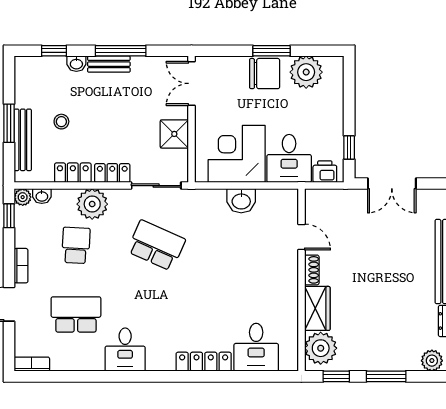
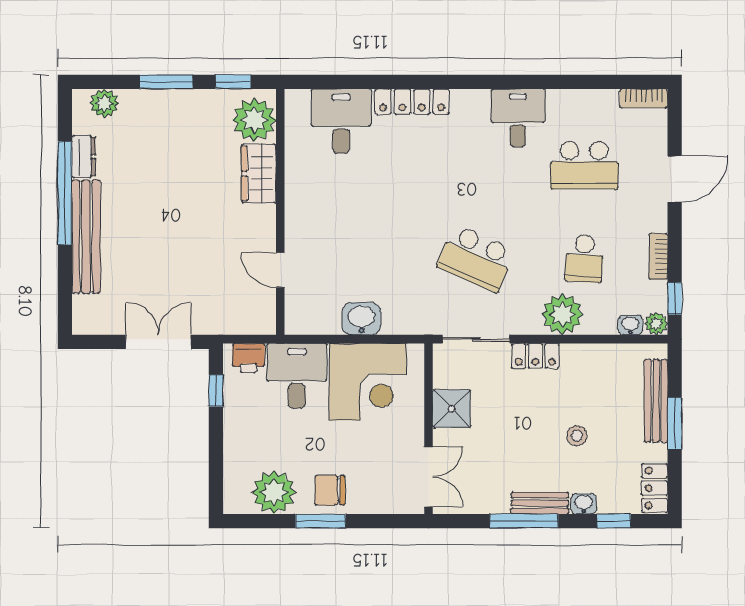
chair: (265, 74) -> (330, 490), width x0.73, depth x0.73
stool: (61, 122) -> (577, 436), moved
locker: (73, 173) -> (655, 488), moved, turned 90
bookcase: (21, 266) -> (658, 257), moved
shoe rack: (312, 270) -> (266, 225), removed

